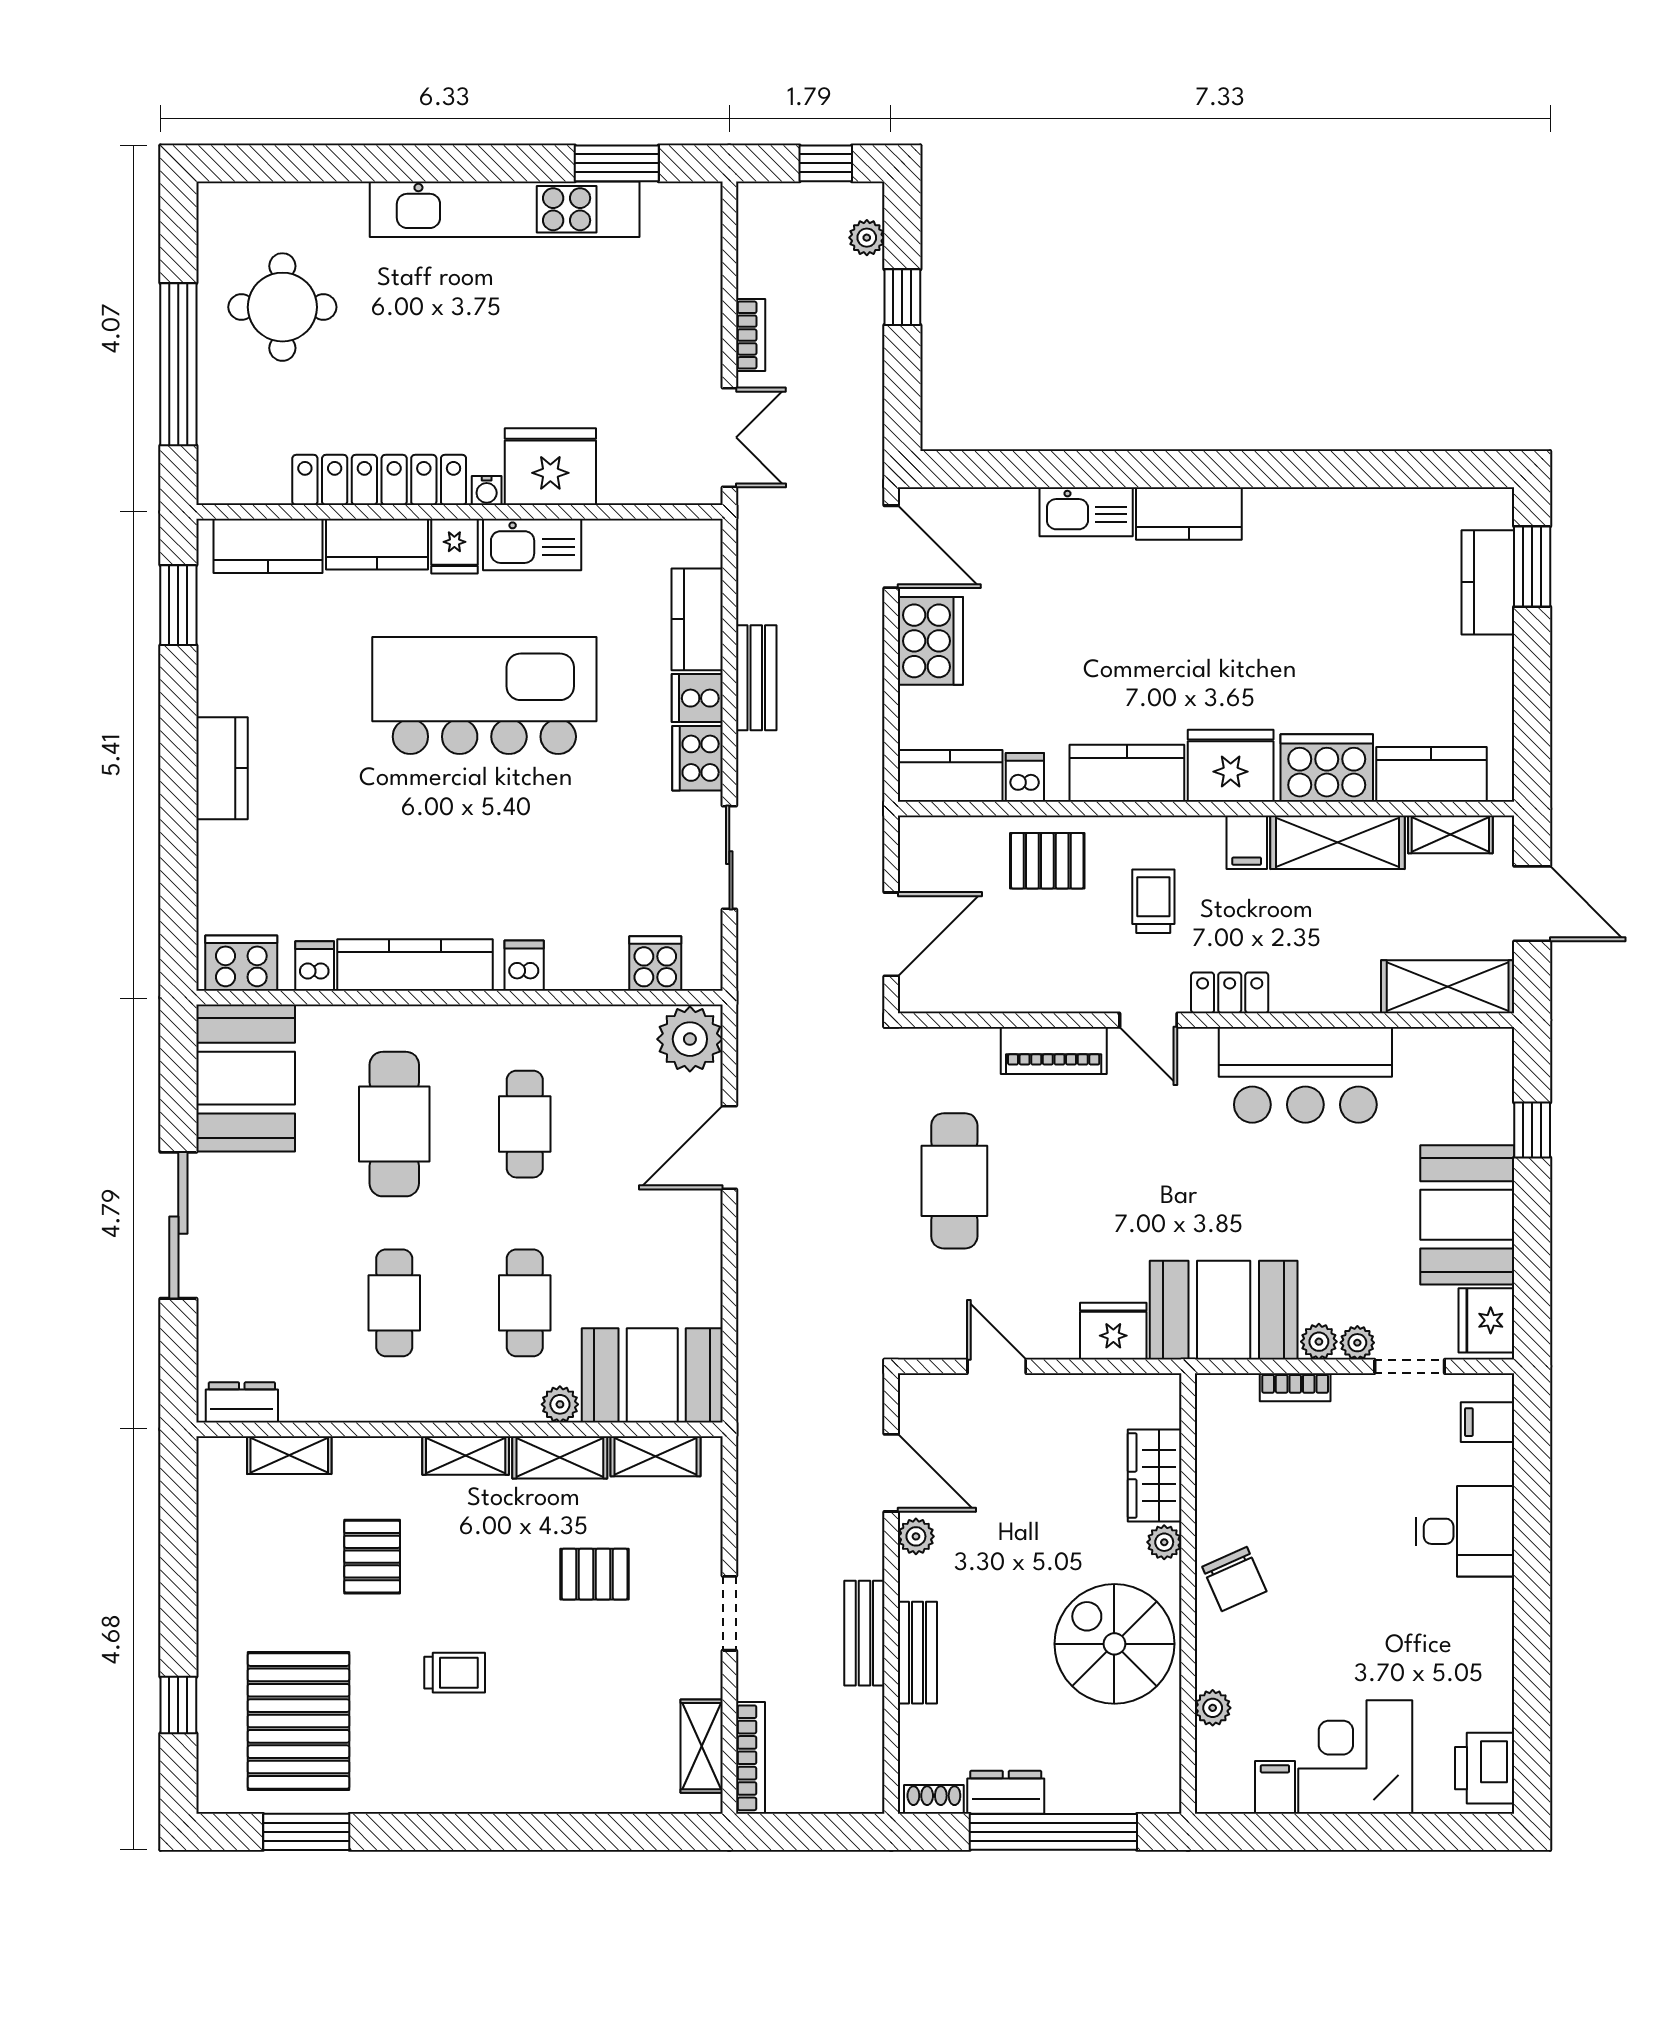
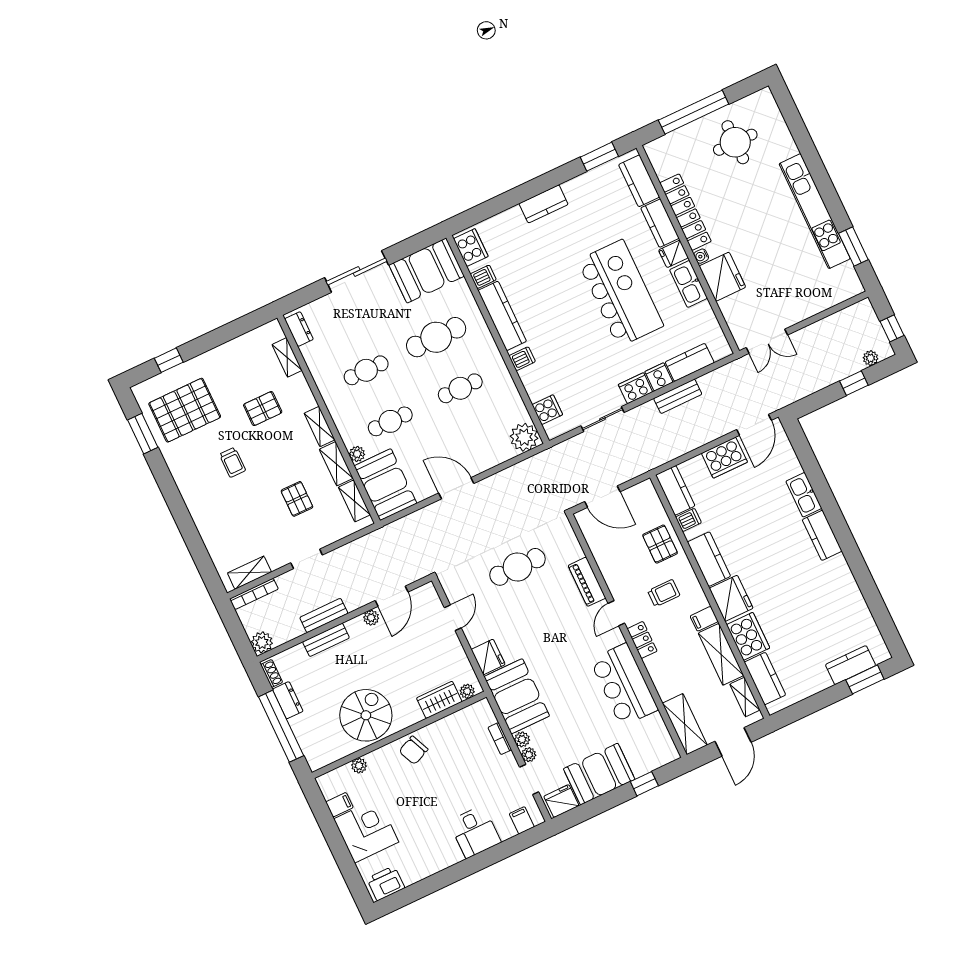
bookcase: (751, 335) -> (811, 331), removed
door: (729, 1148) -> (456, 488), moved
plant: (1164, 1542) -> (467, 691), moved
plant: (860, 1789) -> (262, 642), added

